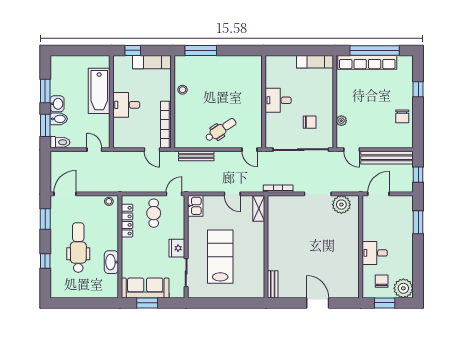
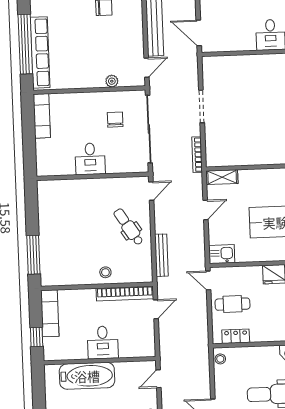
stool: (183, 90) -> (105, 272), moved
plant: (341, 205) -> (213, 77), removed
locker: (127, 221) -> (236, 336), width x0.66

